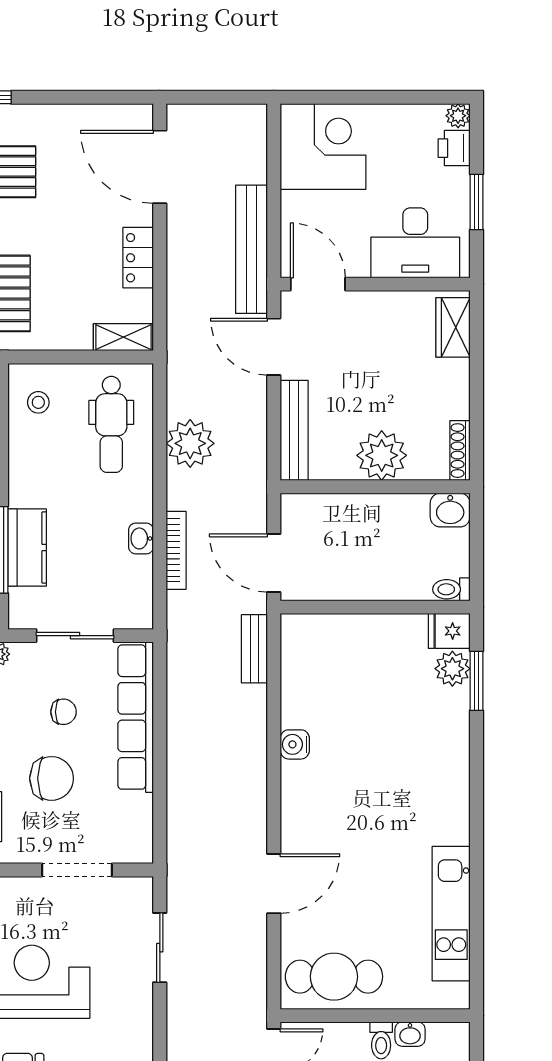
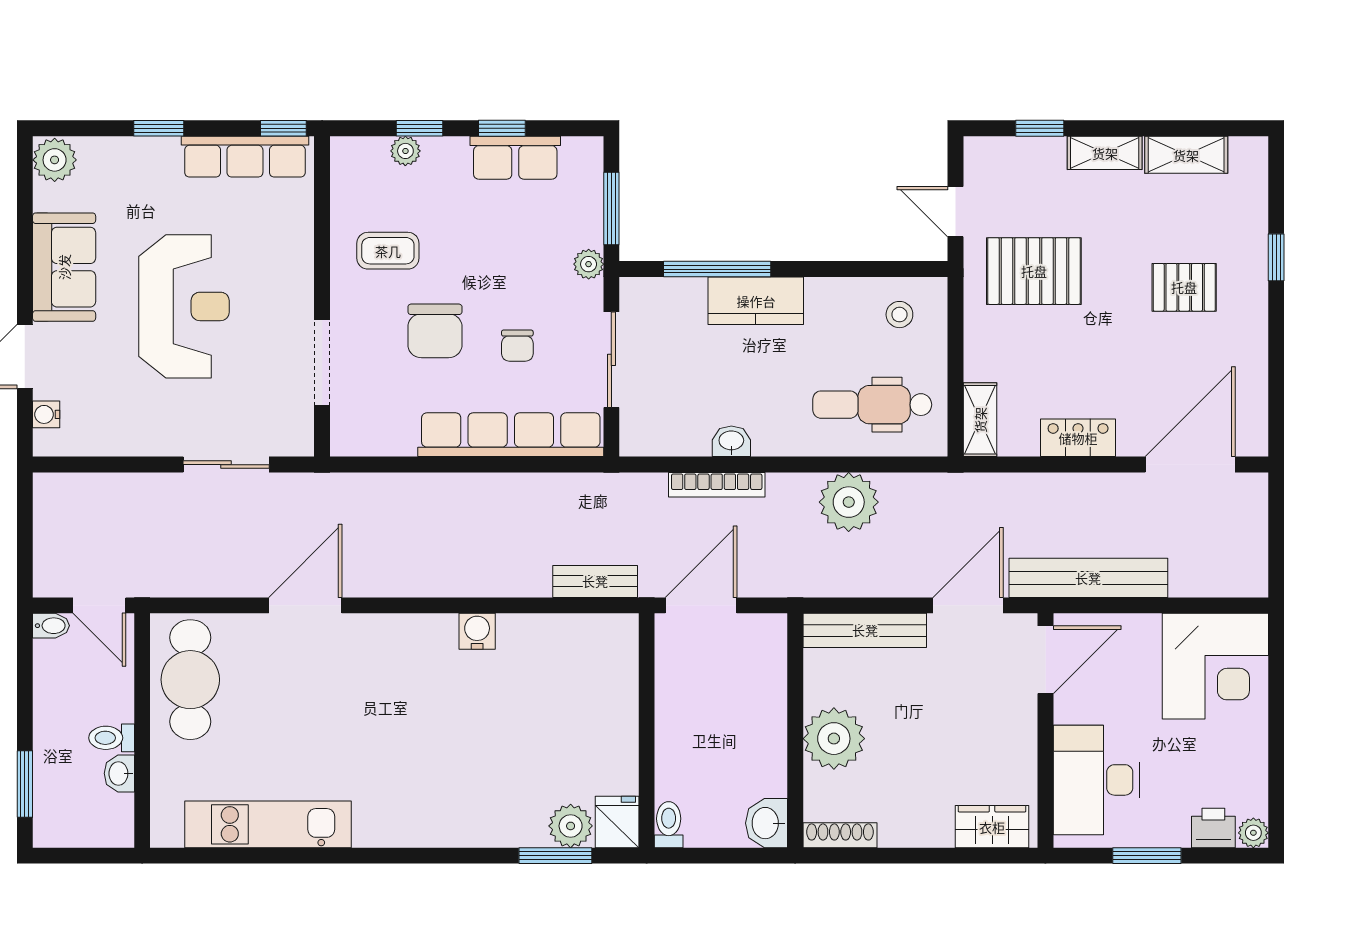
kitchen counter: (27, 547) -> (756, 301), moved
door: (274, 884) -> (305, 605), swing flipped

